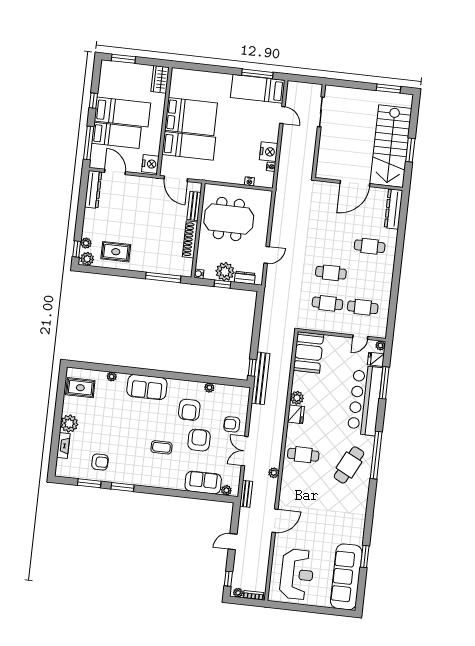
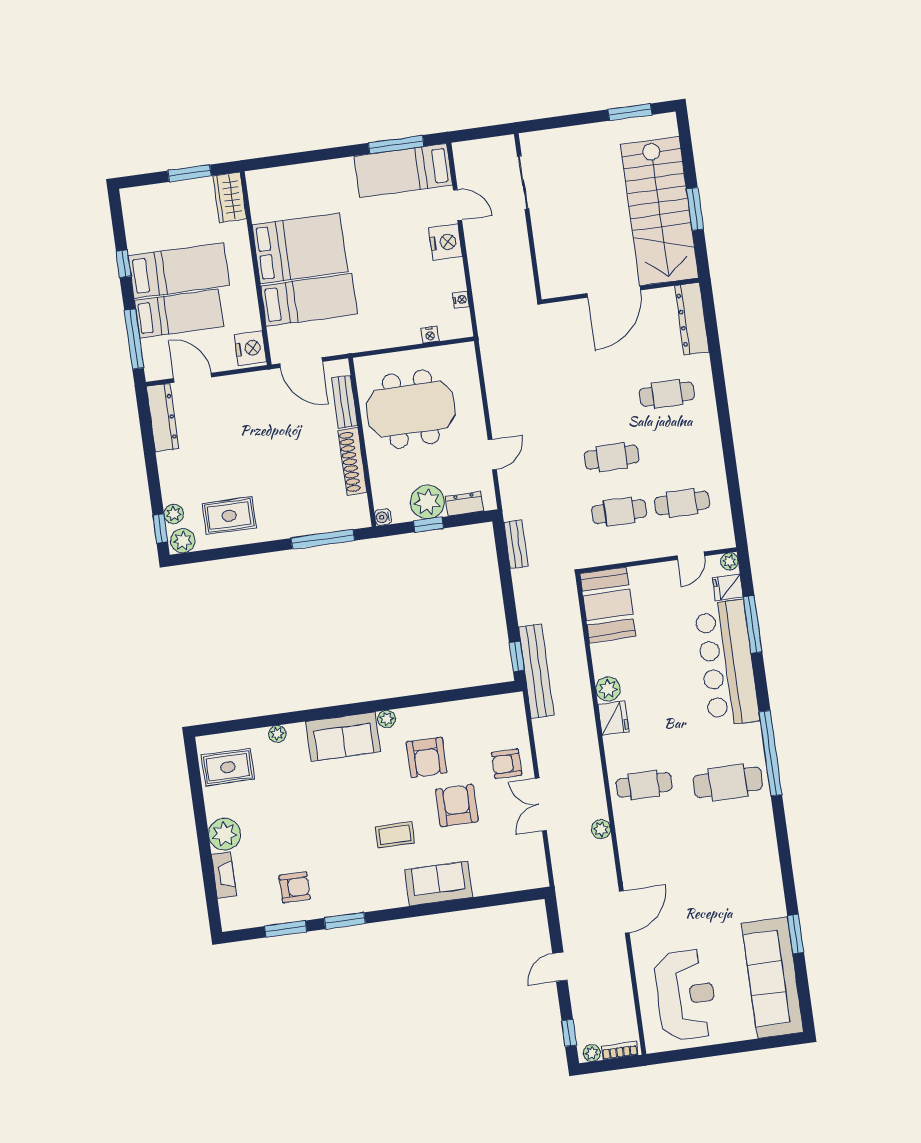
window: (123, 59) -> (189, 173), moved
nightstand: (269, 152) -> (446, 242), moved
plant: (209, 388) -> (387, 719), moved
cafe table: (349, 465) -> (728, 782), turned 63
sofa: (203, 483) -> (439, 883), moved
plant: (226, 490) -> (526, 881), removed
bench: (246, 494) -> (516, 544), moved

